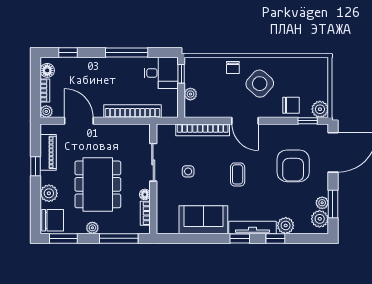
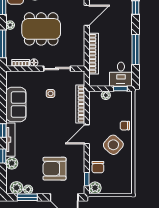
coffee table: (238, 174) -> (48, 129), removed

